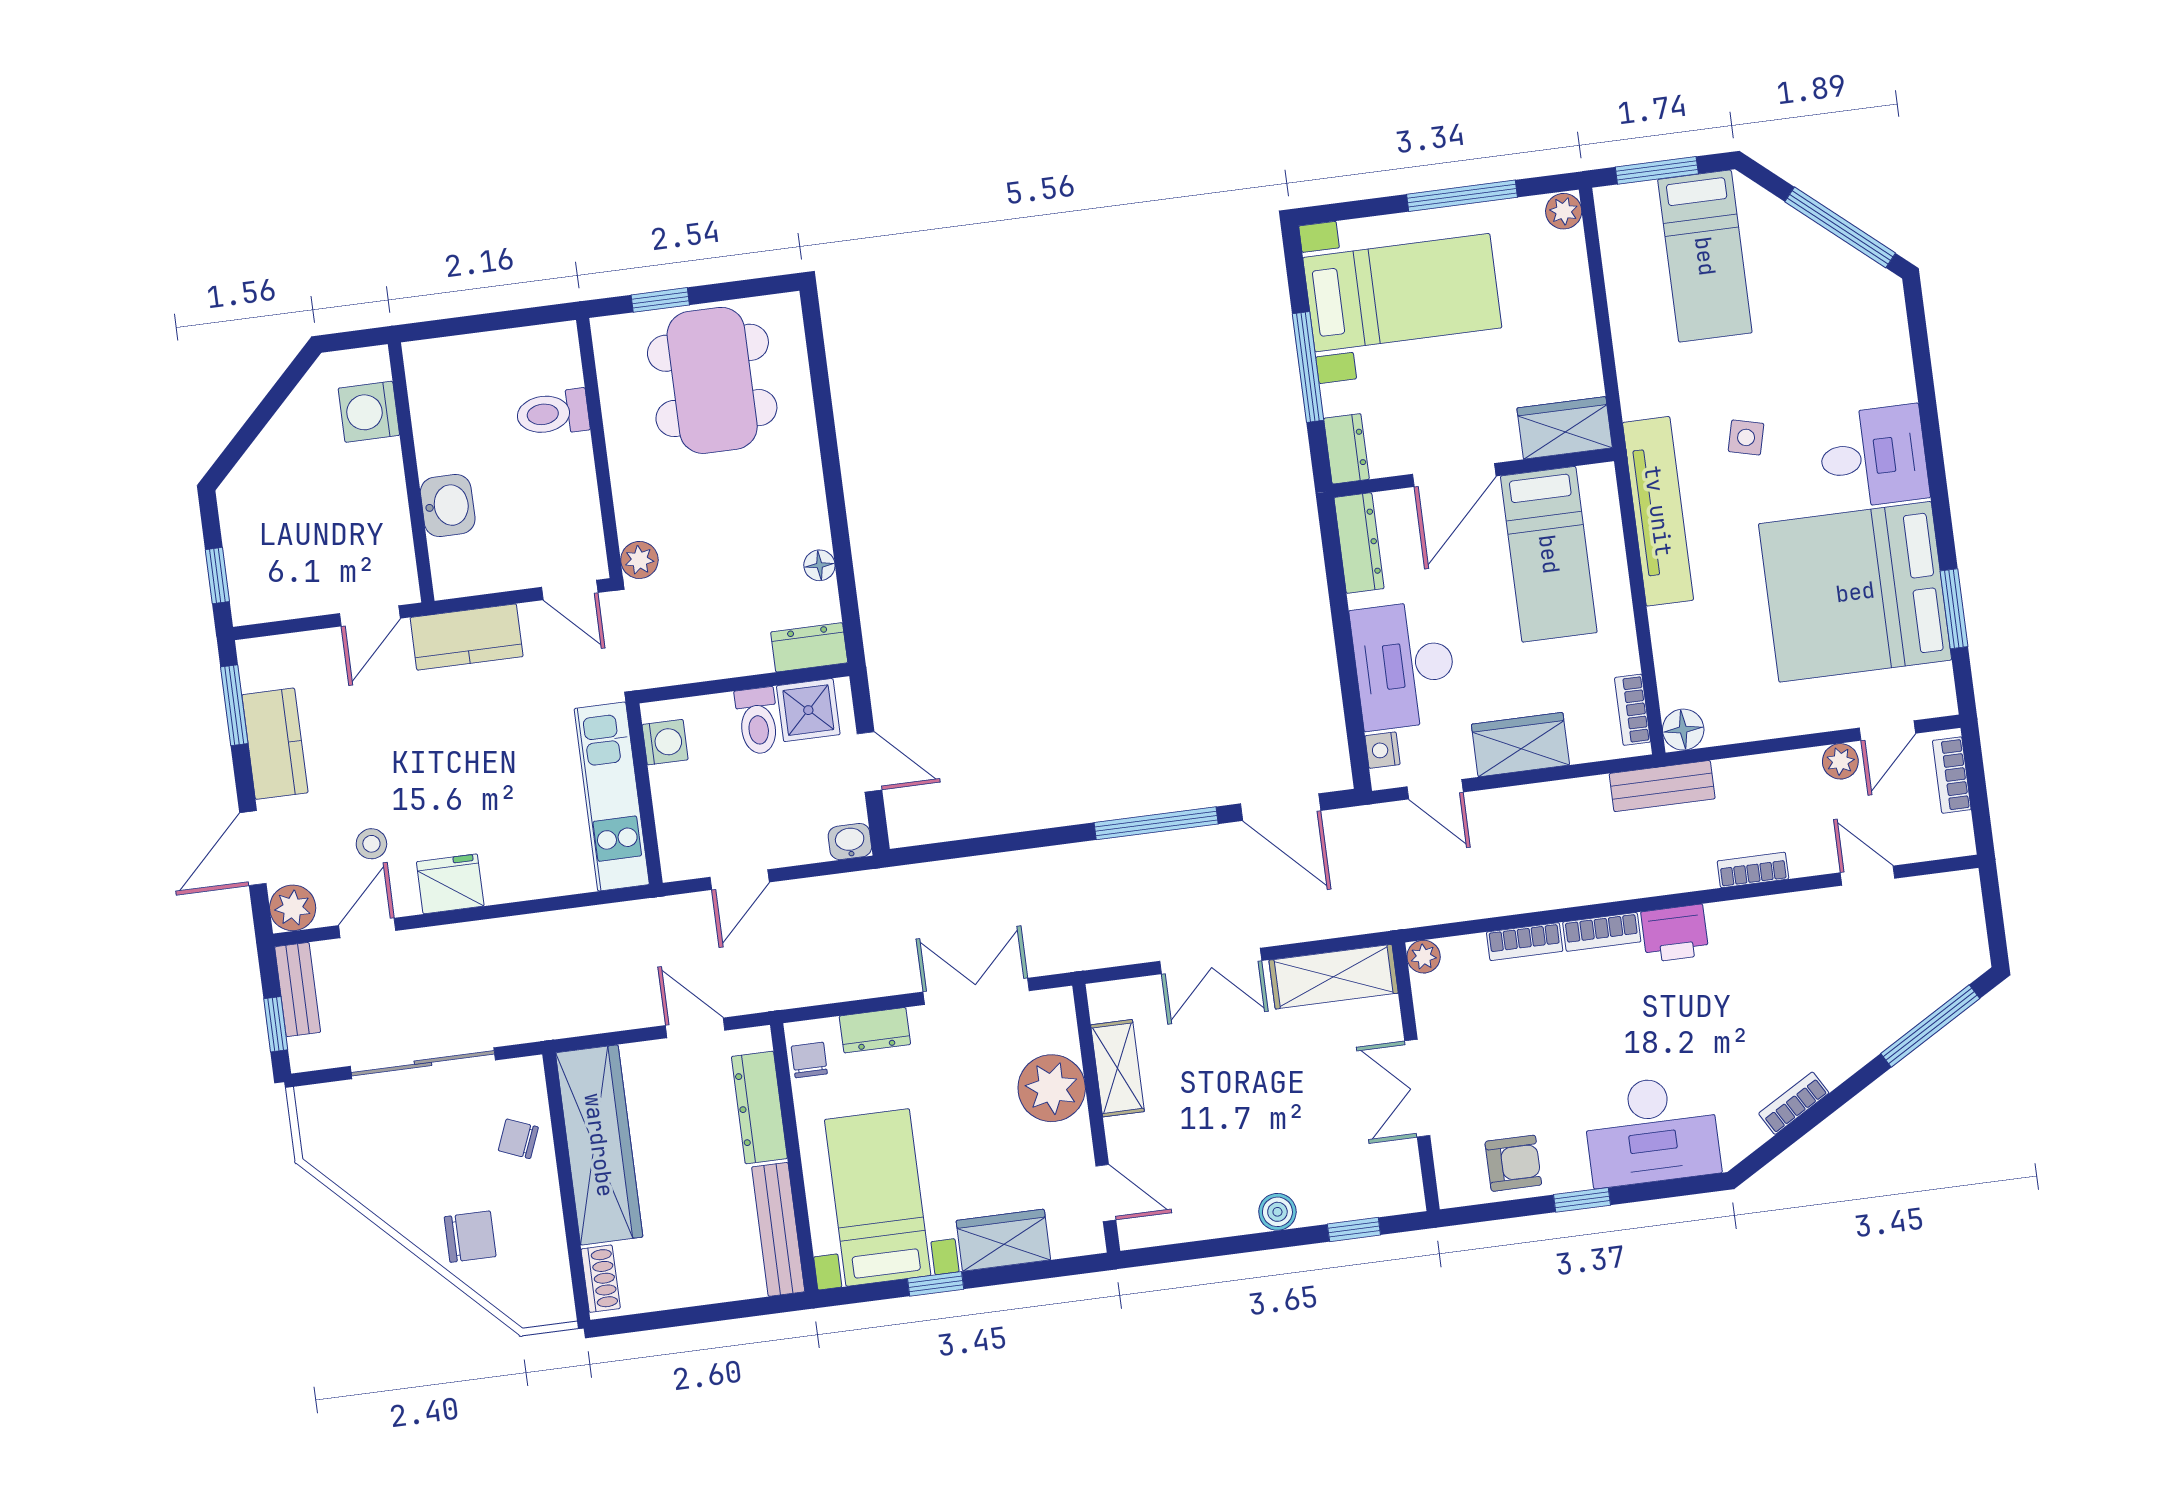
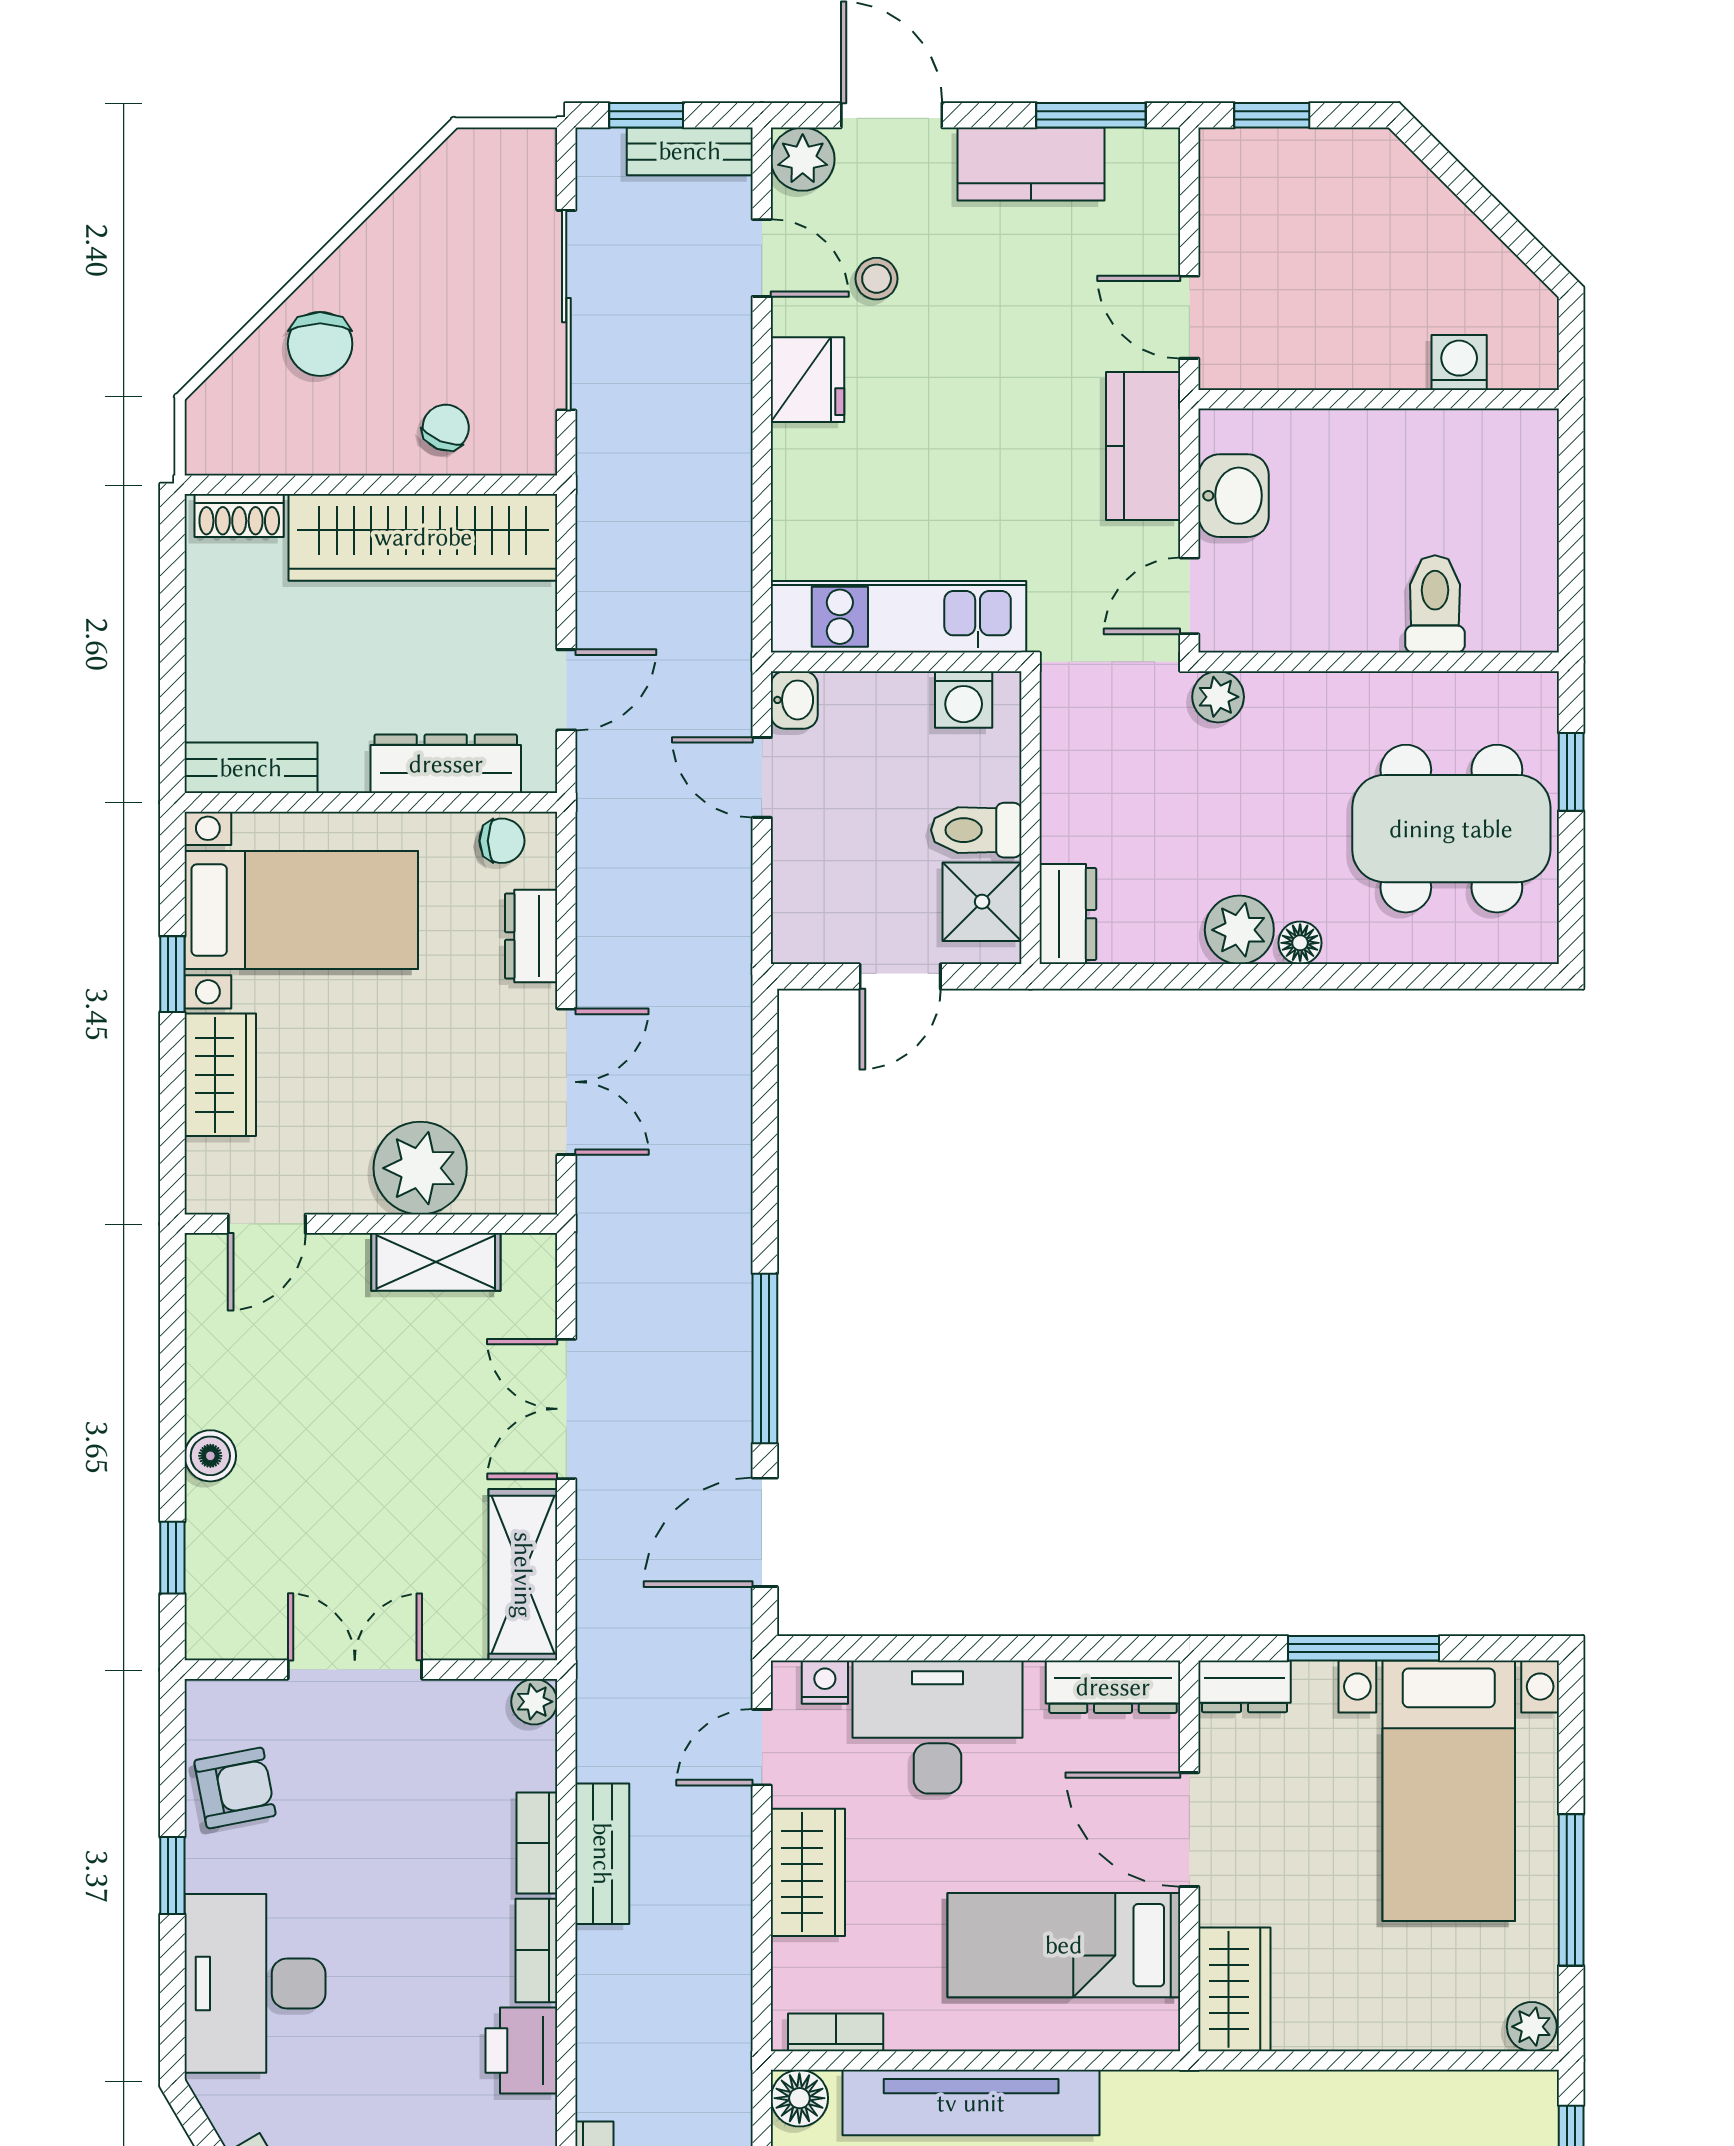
washing machine: (369, 412) -> (1459, 362), width x0.73, depth x0.73
washbasin: (448, 506) -> (1234, 496), moved, turned -90
tv unit: (1658, 511) -> (971, 2103), moved
plant: (804, 523) -> (1239, 930), added
floor lamp: (819, 565) -> (1300, 943), moved
bench: (1662, 786) -> (602, 1854), moved
washbasin: (850, 842) -> (794, 700), moved
armchair: (1513, 1163) -> (235, 1788), turned -101
bench: (778, 1229) -> (251, 768), width x0.73

